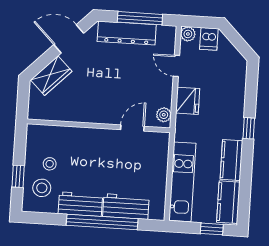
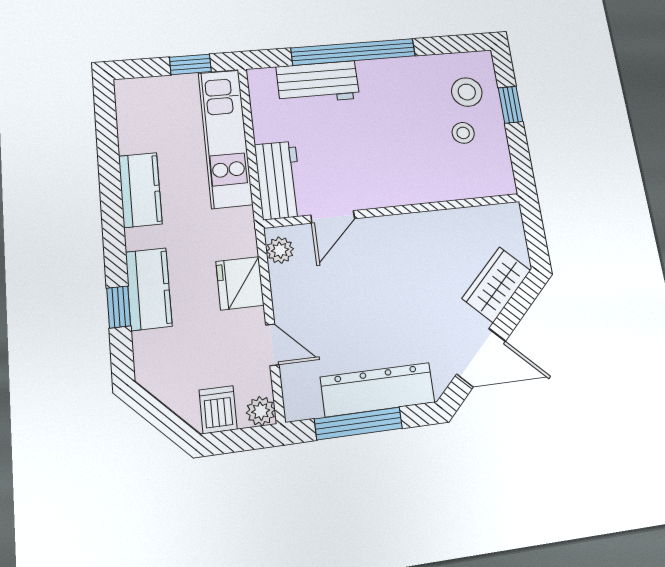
window: (249, 128) -> (119, 307), moved
kitchen counter: (228, 202) -> (149, 289), moved
workbench: (80, 204) -> (279, 180), moved, turned -90
window: (212, 229) -> (190, 64), moved

